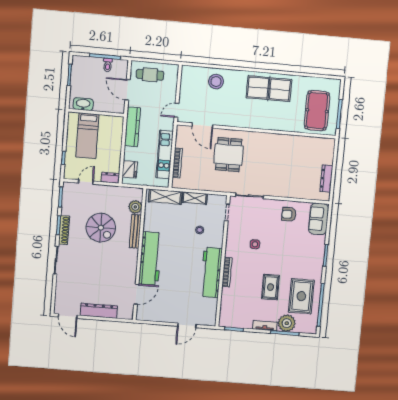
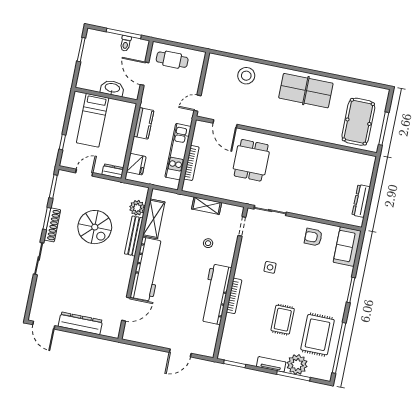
washbasin: (83, 104) -> (112, 88), moved
kitchen counter: (132, 127) -> (144, 123), width x0.67
shelving: (165, 197) -> (154, 219), moved, turned 90

